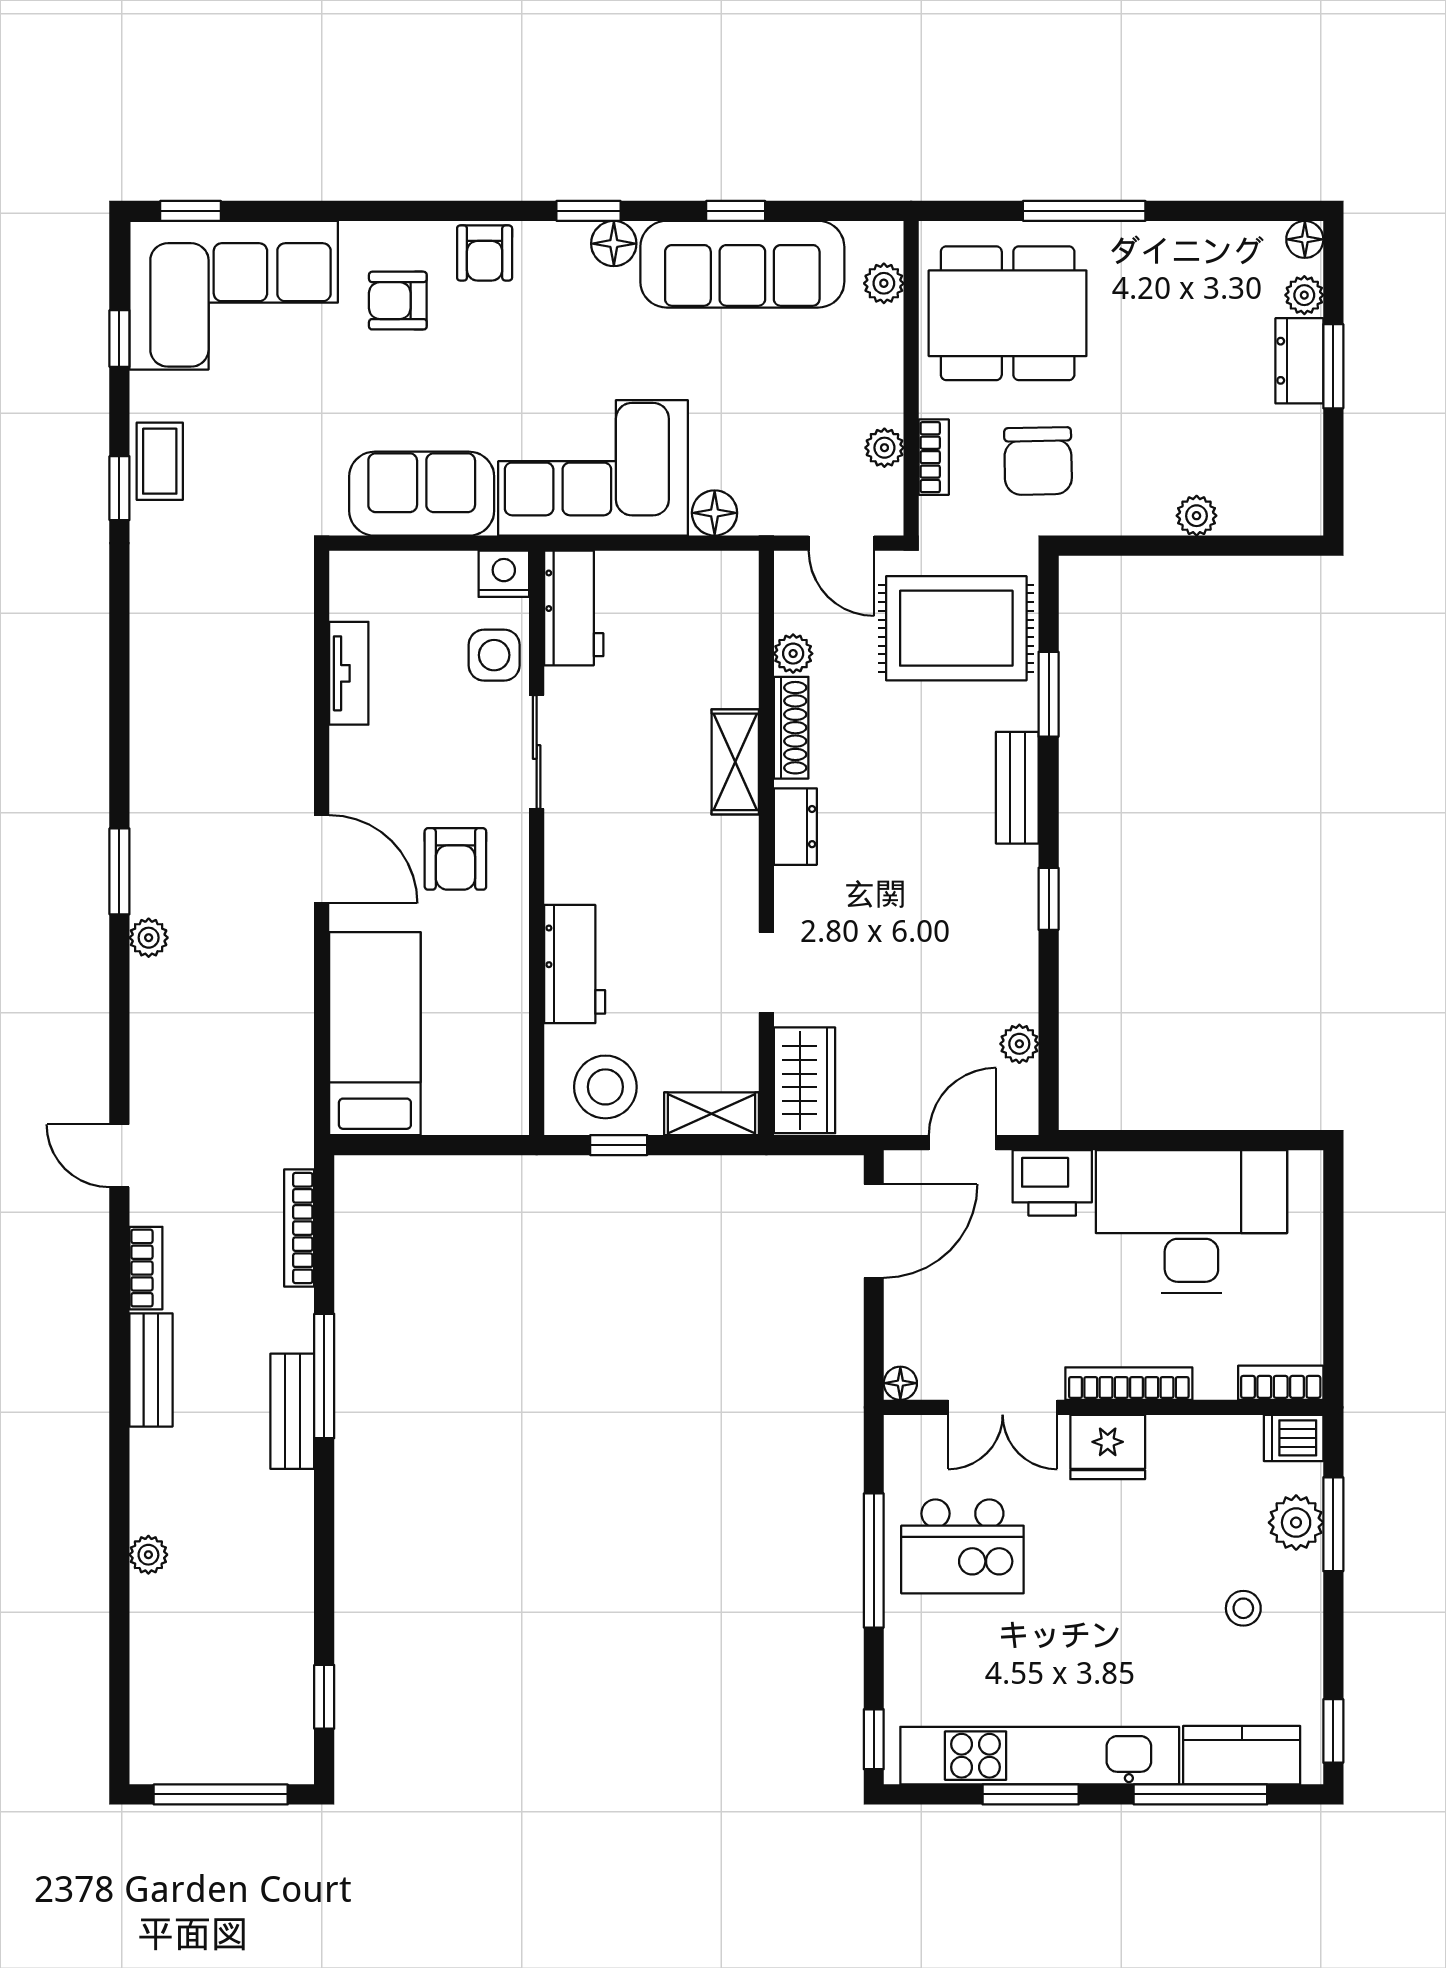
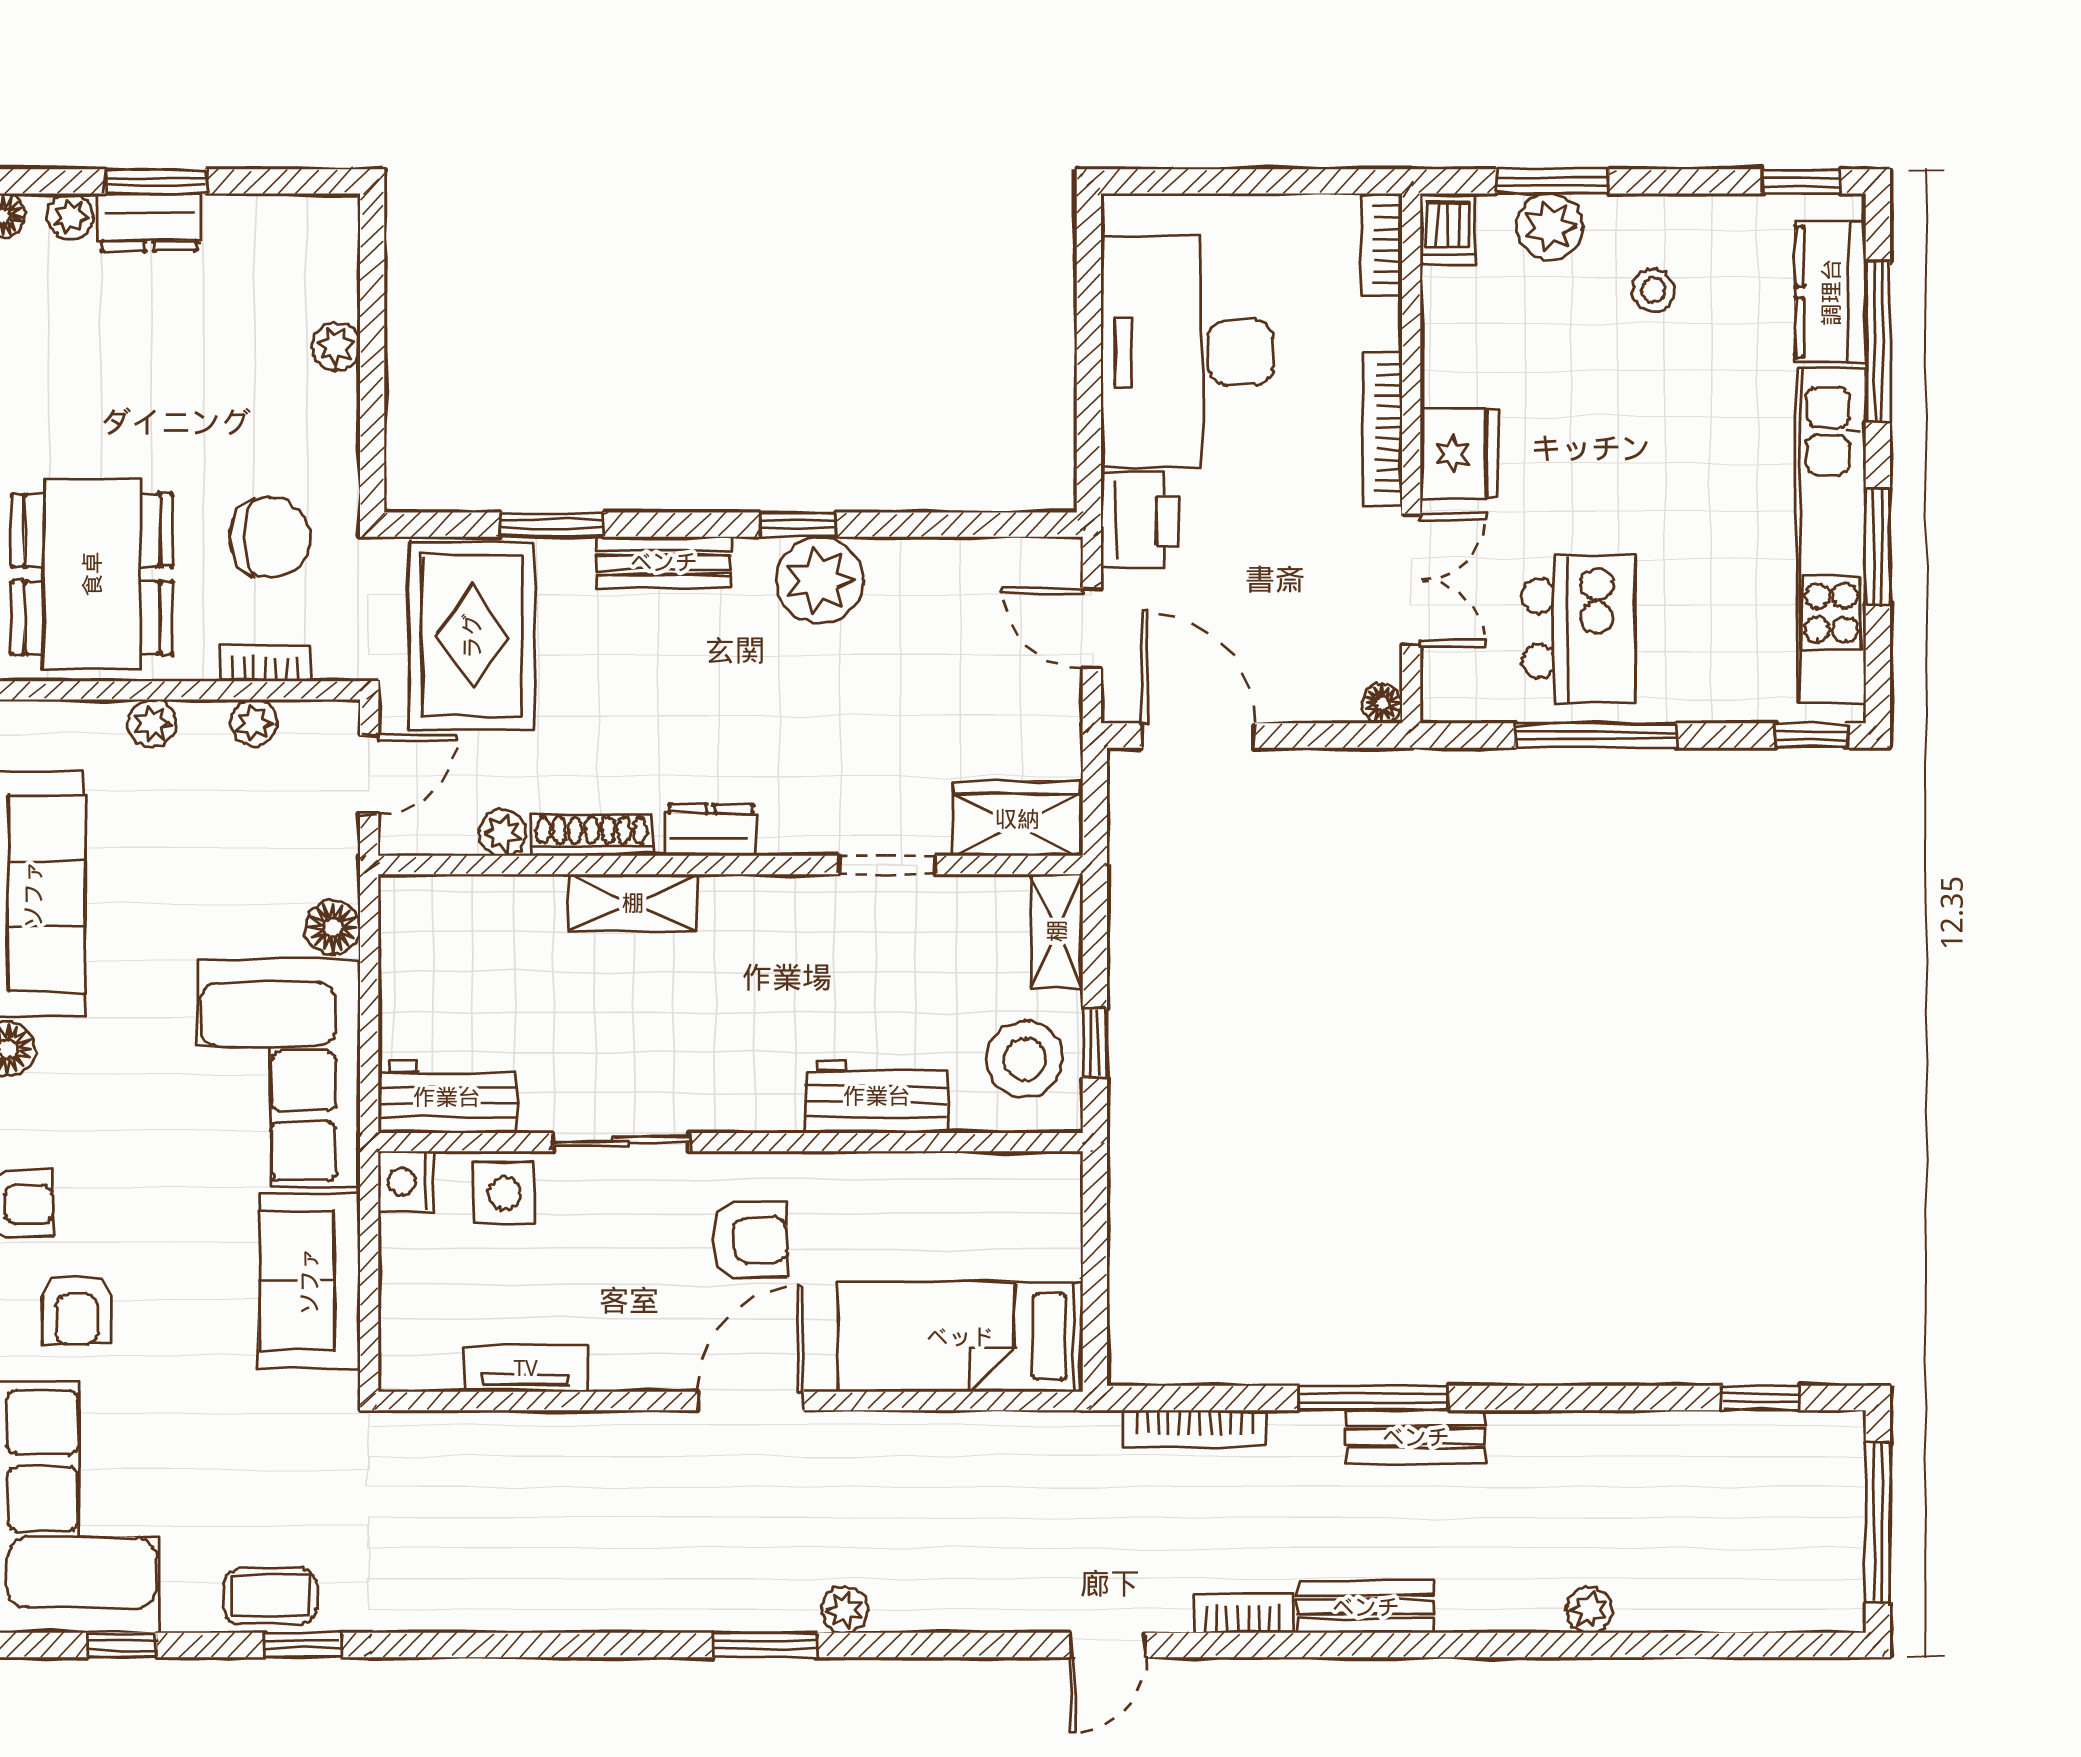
plant: (884, 283) -> (152, 723), moved
plant: (1019, 1044) -> (820, 580), moved, width x1.88, depth x1.88

